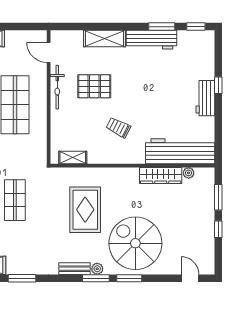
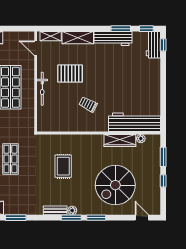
window: (218, 85) -> (163, 45), moved
bicycle: (57, 87) -> (42, 89), moved
workbench: (205, 98) -> (153, 45), moved
shelving: (73, 157) -> (51, 36), moved
rug: (85, 210) -> (63, 166), width x0.73, depth x0.70
spiral stairs: (135, 243) -> (115, 185), moved, turned -90

